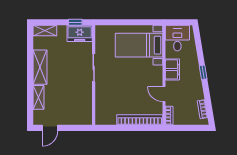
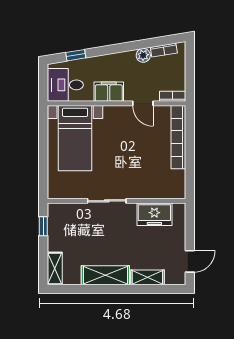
freezer: (80, 33) -> (154, 214), moved, turned 90
window: (203, 72) -> (76, 55), moved
door: (164, 94) -> (143, 103), hinge flipped
plant: (199, 94) -> (143, 55), added
door: (50, 128) -> (190, 261), hinge flipped

